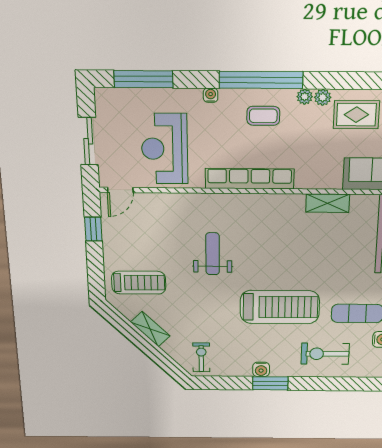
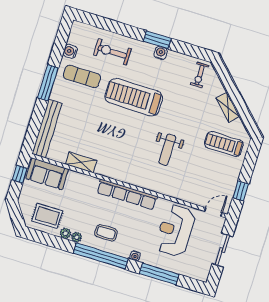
window: (143, 79) -> (159, 274), moved
reception desk: (165, 149) -> (175, 231), turned 180
exercise bike: (325, 354) -> (112, 52), turned 180

